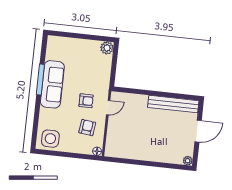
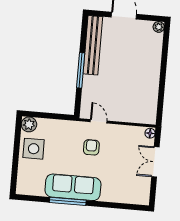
window: (152, 93) -> (81, 70), added
armchair: (87, 128) -> (123, 145), removed
side table: (50, 139) -> (34, 149), moved
double door: (72, 155) -> (155, 162), added

